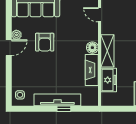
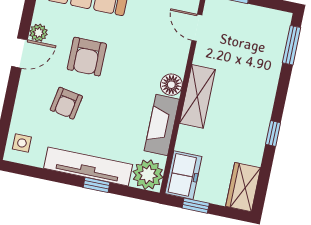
armchair: (39, 69) -> (66, 103), added
freezer: (109, 80) -> (183, 175), moved
plant: (90, 98) -> (148, 175), added
window: (119, 109) -> (196, 206), added

